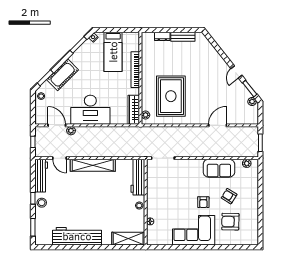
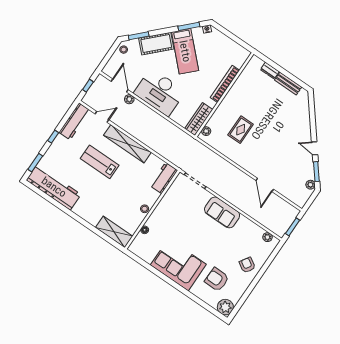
bed: (113, 52) -> (185, 51), moved, turned -45
door: (236, 72) -> (315, 148), hinge flipped
rug: (171, 96) -> (241, 130), width x0.54, depth x0.49
door: (218, 125) -> (265, 185), swing flipped
door: (60, 158) -> (102, 117), swing flipped
sofa: (219, 168) -> (222, 212), moved
workbench: (138, 177) -> (164, 178), width x0.73
lab bench: (81, 193) -> (100, 162), added
armchair: (229, 196) -> (247, 265), moved
armchair: (203, 202) -> (204, 245), removed
stool: (42, 203) -> (58, 146), removed
workbench: (77, 236) -> (54, 187), moved
plant: (251, 238) -> (225, 307), added

